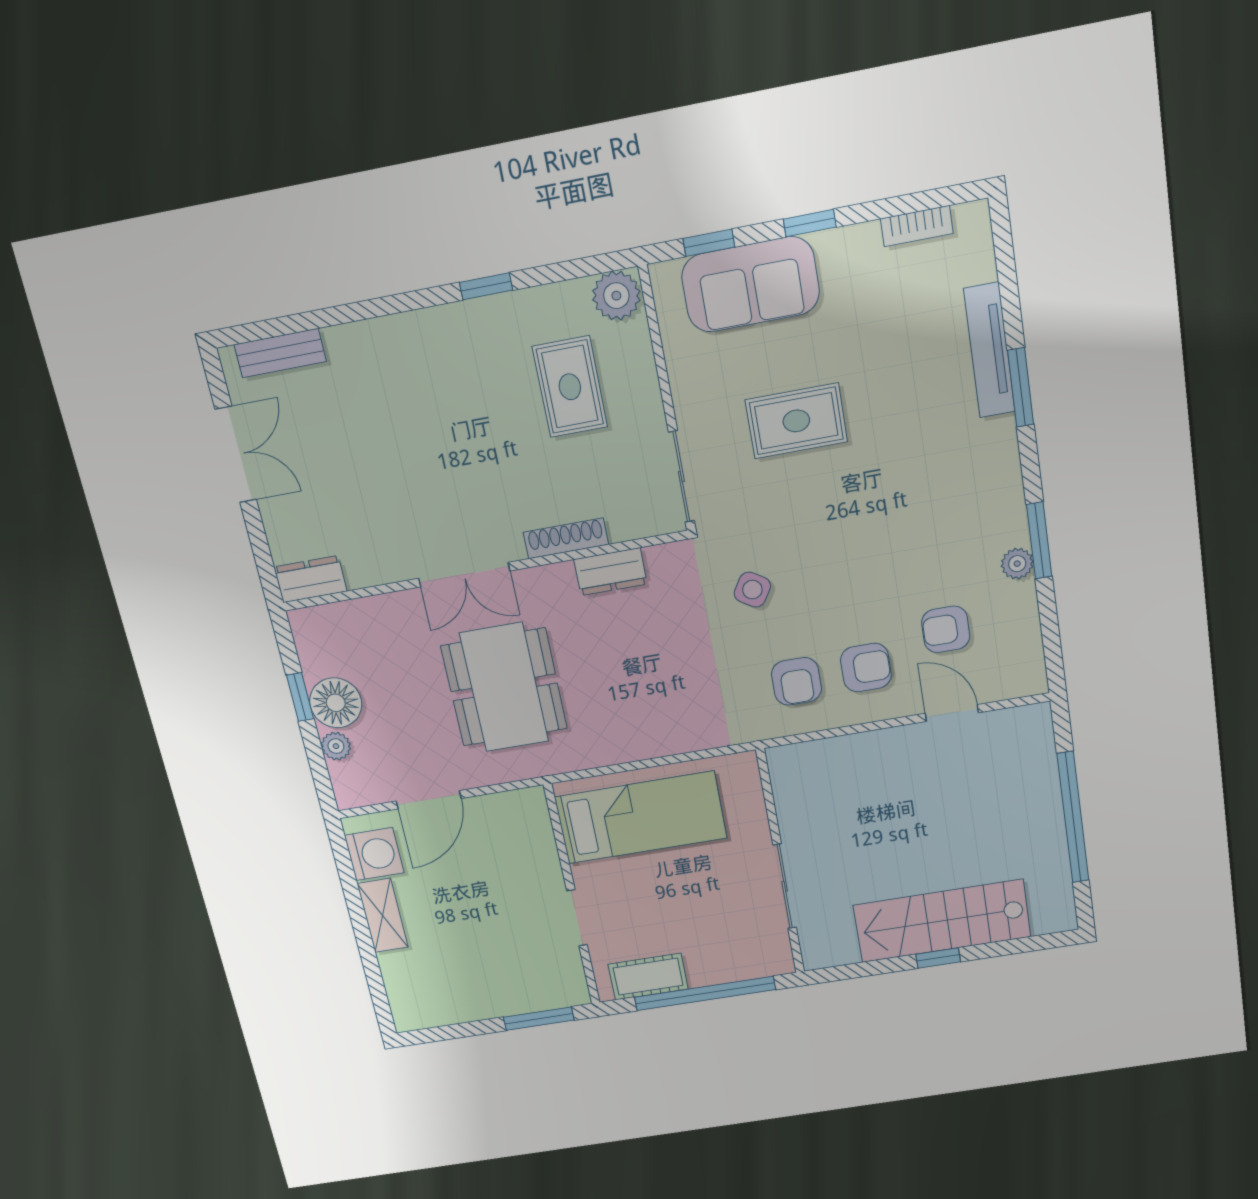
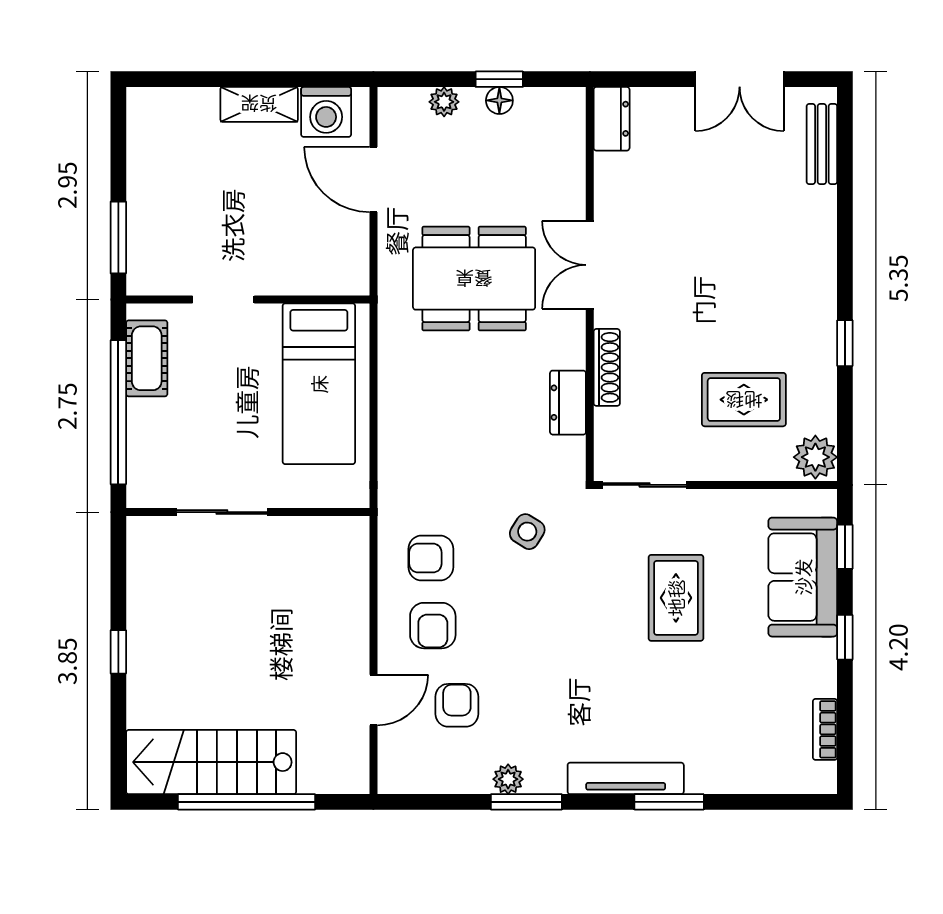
tv unit: (989, 350) -> (626, 778), moved
floor lamp: (336, 703) -> (499, 100), width x0.53, depth x0.53
stairs: (942, 921) -> (211, 762), moved, turned -90

